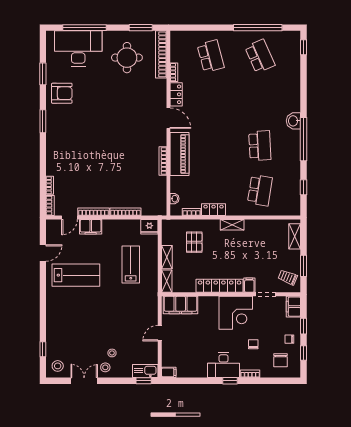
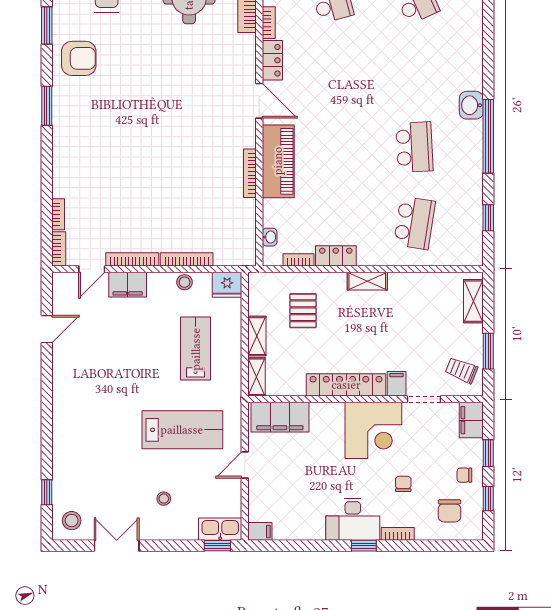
lab bench: (76, 275) -> (182, 430), moved
stool: (105, 367) -> (185, 282), moved

